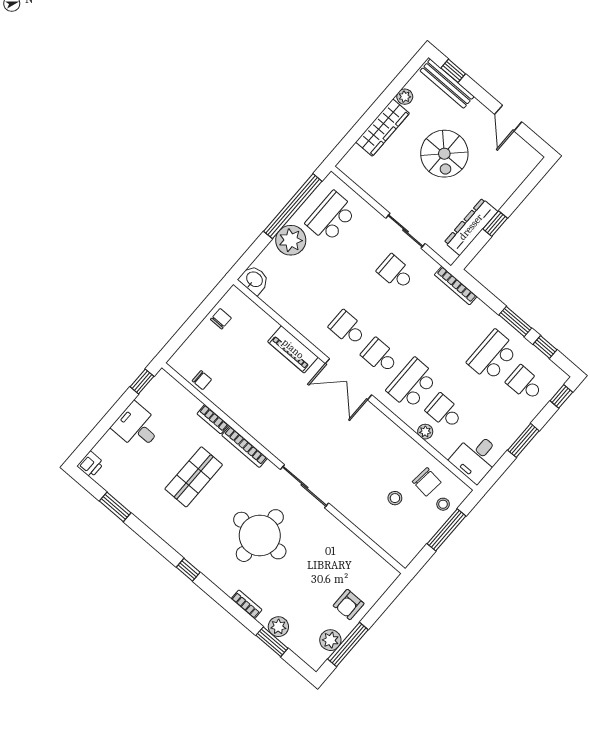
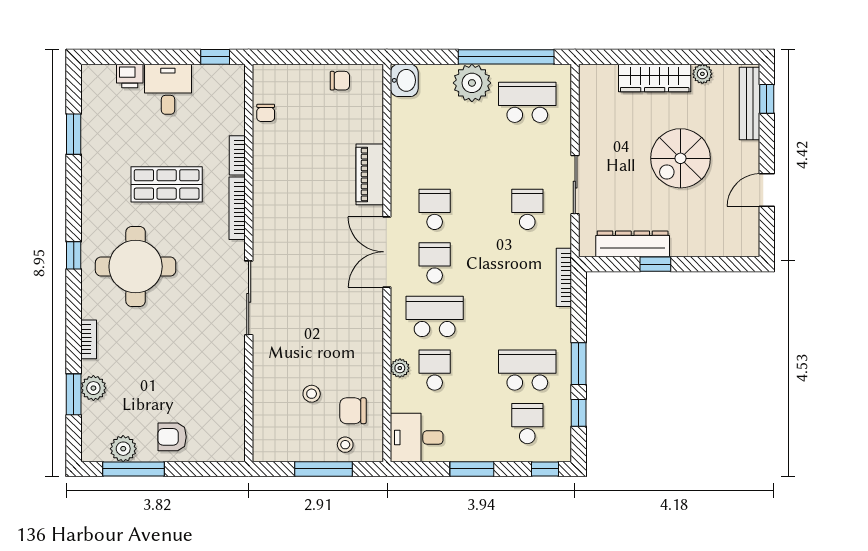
printer: (91, 465) -> (130, 76), moved
chair: (427, 482) -> (353, 411), turned 84
round table: (260, 536) -> (136, 267), moved

